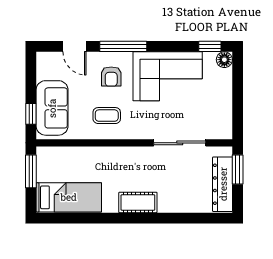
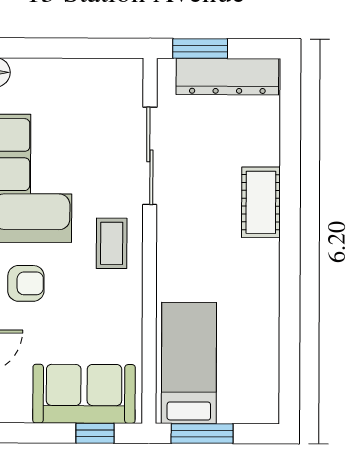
coffee table: (107, 116) -> (112, 243), moved
bed: (69, 197) -> (189, 363), moved
cot: (138, 202) -> (261, 202), moved

